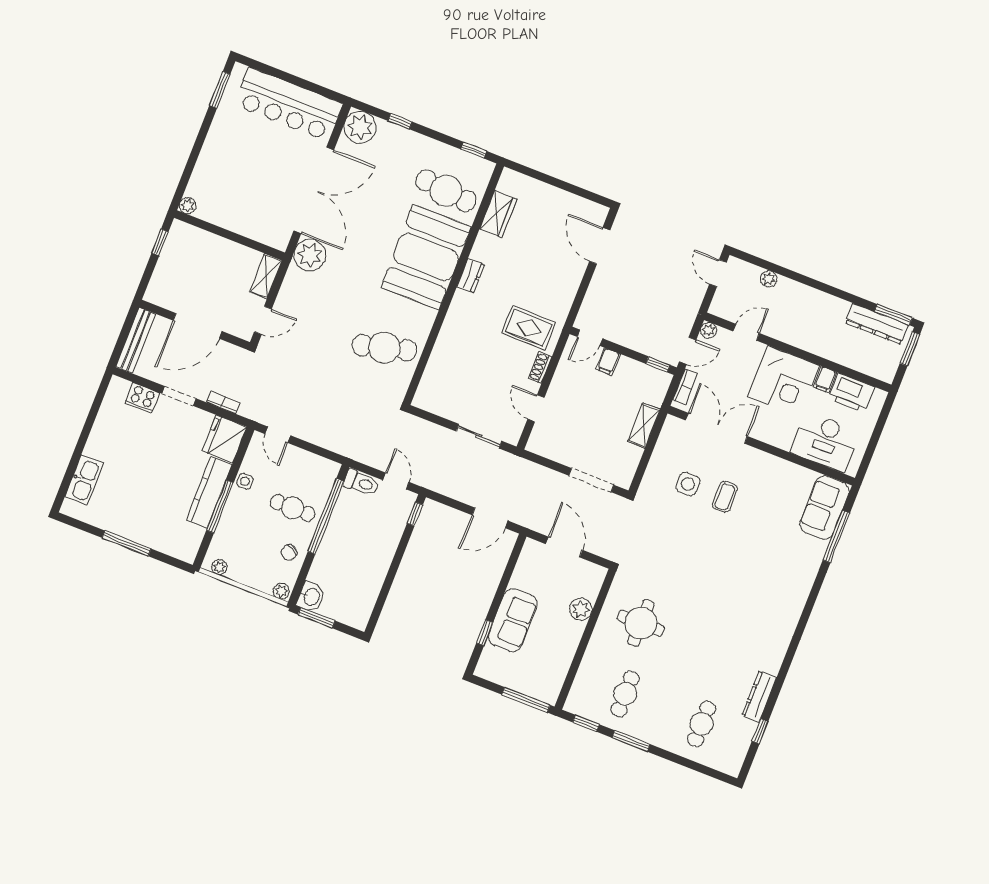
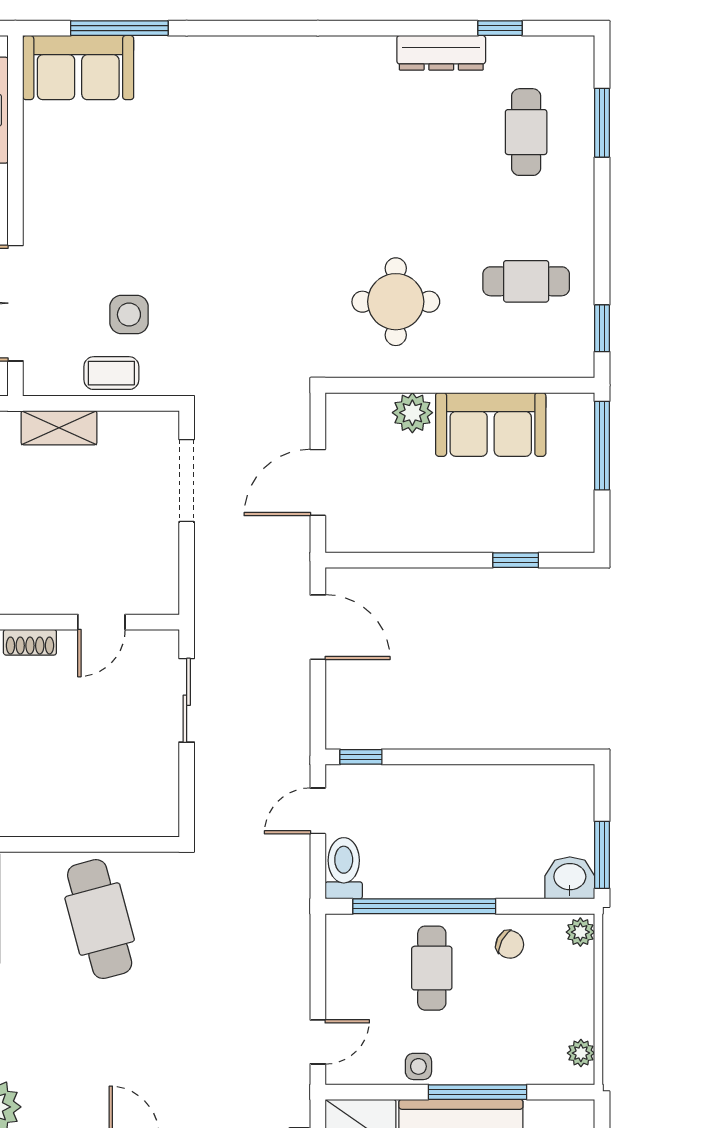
coffee table: (725, 497) -> (111, 373), moved
sofa: (513, 620) -> (491, 424), moved, turned 180
cafe table: (702, 724) -> (526, 132), turned 90
window: (631, 741) -> (602, 123), moved

